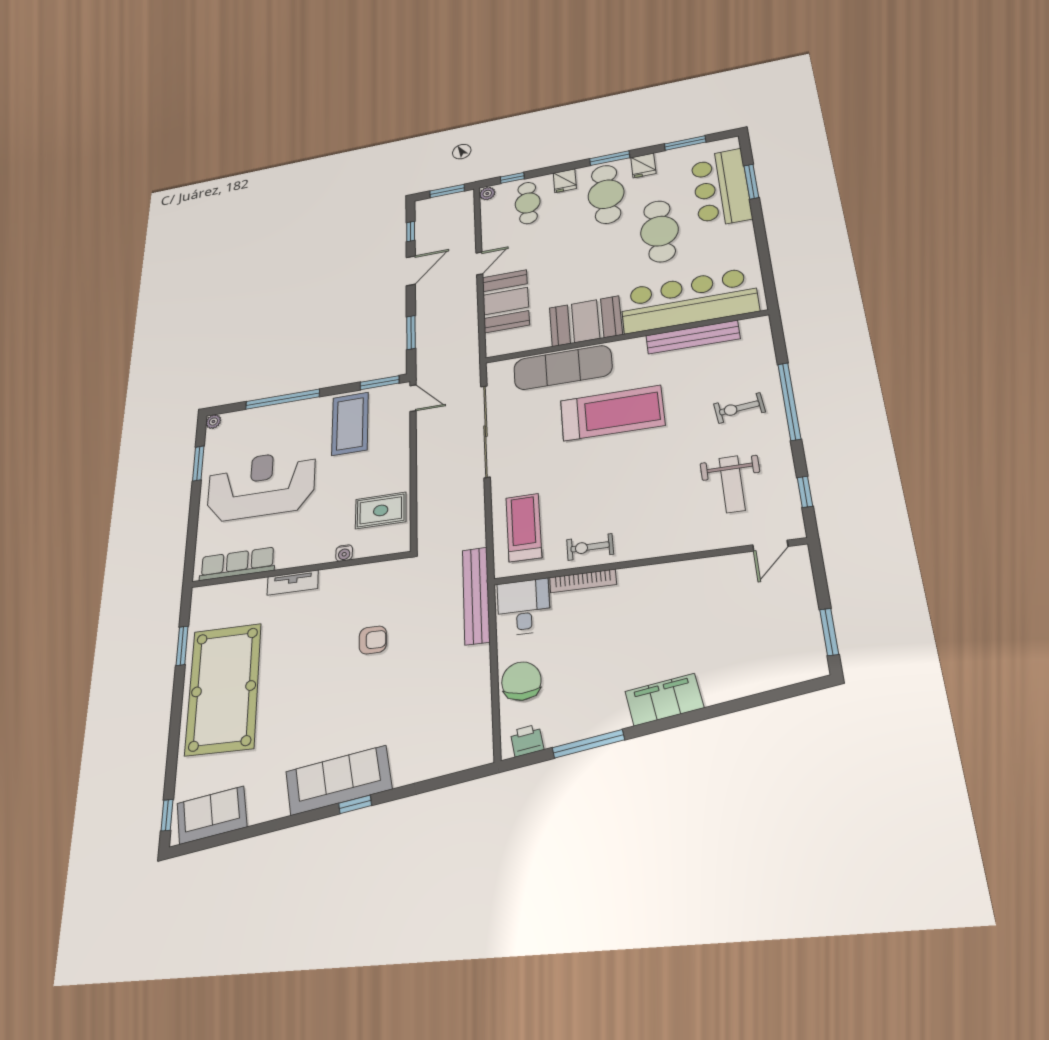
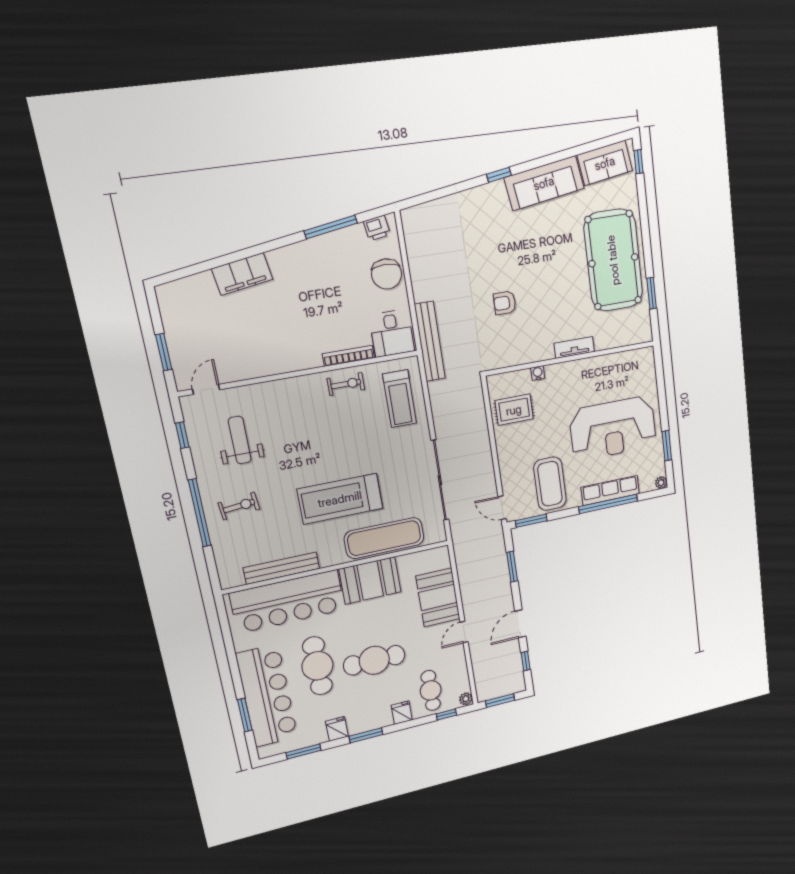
bar counter: (721, 188) -> (267, 696), width x1.36
cafe table: (606, 194) -> (374, 660), moved, turned 90
row of seats: (237, 564) -> (610, 491), moved, turned 180
window: (829, 632) -> (164, 352), moved
filing cabinet: (664, 700) -> (242, 274), moved
sofa: (338, 780) -> (544, 183), moved

